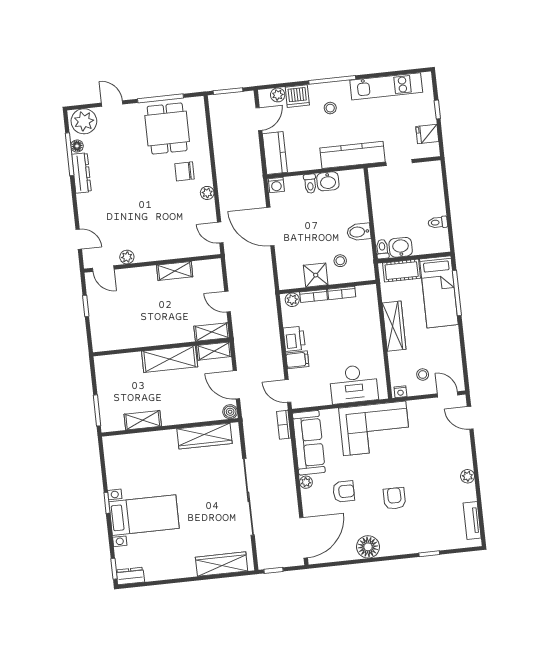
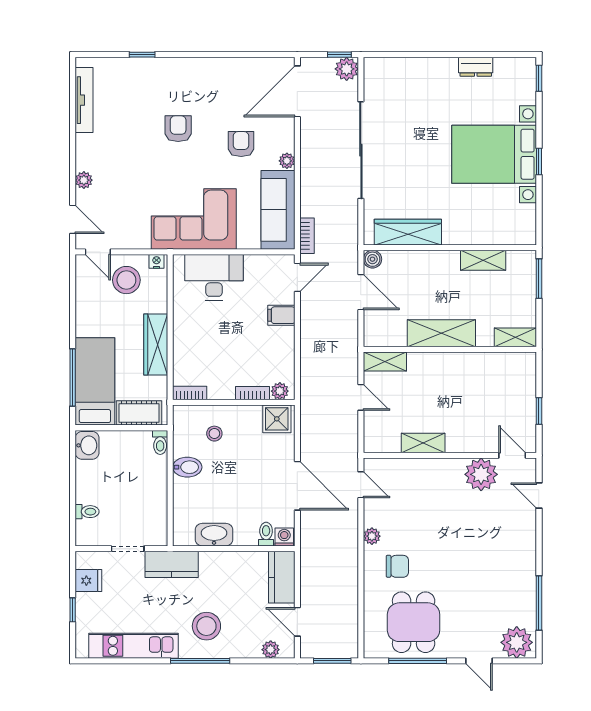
dishwasher: (297, 96) -> (246, 645), removed
stool: (330, 108) -> (206, 626), width x1.89, depth x1.89
door: (259, 119) -> (297, 622), hinge flipped
floor lamp: (77, 146) -> (529, 612), removed
kitchen counter: (352, 155) -> (172, 564), width x0.67
dresser: (81, 173) -> (527, 578), removed
washbasin: (328, 181) -> (214, 535), width x1.38
toilet: (310, 184) -> (266, 534), moved
toilet: (438, 222) -> (87, 512), moved
washbasin: (401, 247) -> (87, 445), moved, turned -90
plant: (127, 257) -> (481, 474), width x1.88, depth x1.88
shower: (316, 275) -> (277, 419), moved
bookcase: (342, 293) -> (190, 393), moved
printer: (294, 339) -> (282, 342), removed
shelving: (214, 351) -> (515, 337), moved
stool: (423, 375) -> (126, 280), width x1.89, depth x1.89
door: (288, 391) -> (297, 277), hinge flipped
plant: (468, 476) -> (84, 180), moved
armchair: (344, 492) -> (241, 144), turned 90
armchair: (395, 498) -> (178, 129), turned 180
bed with nightstands: (144, 515) -> (494, 154), width x1.36
tv unit: (472, 520) -> (84, 100), width x1.41
floor lamp: (368, 547) -> (218, 71), removed
plant: (267, 560) -> (347, 69), added
wardrobe: (222, 564) -> (404, 70), removed
dresser: (130, 576) -> (476, 67), moved

